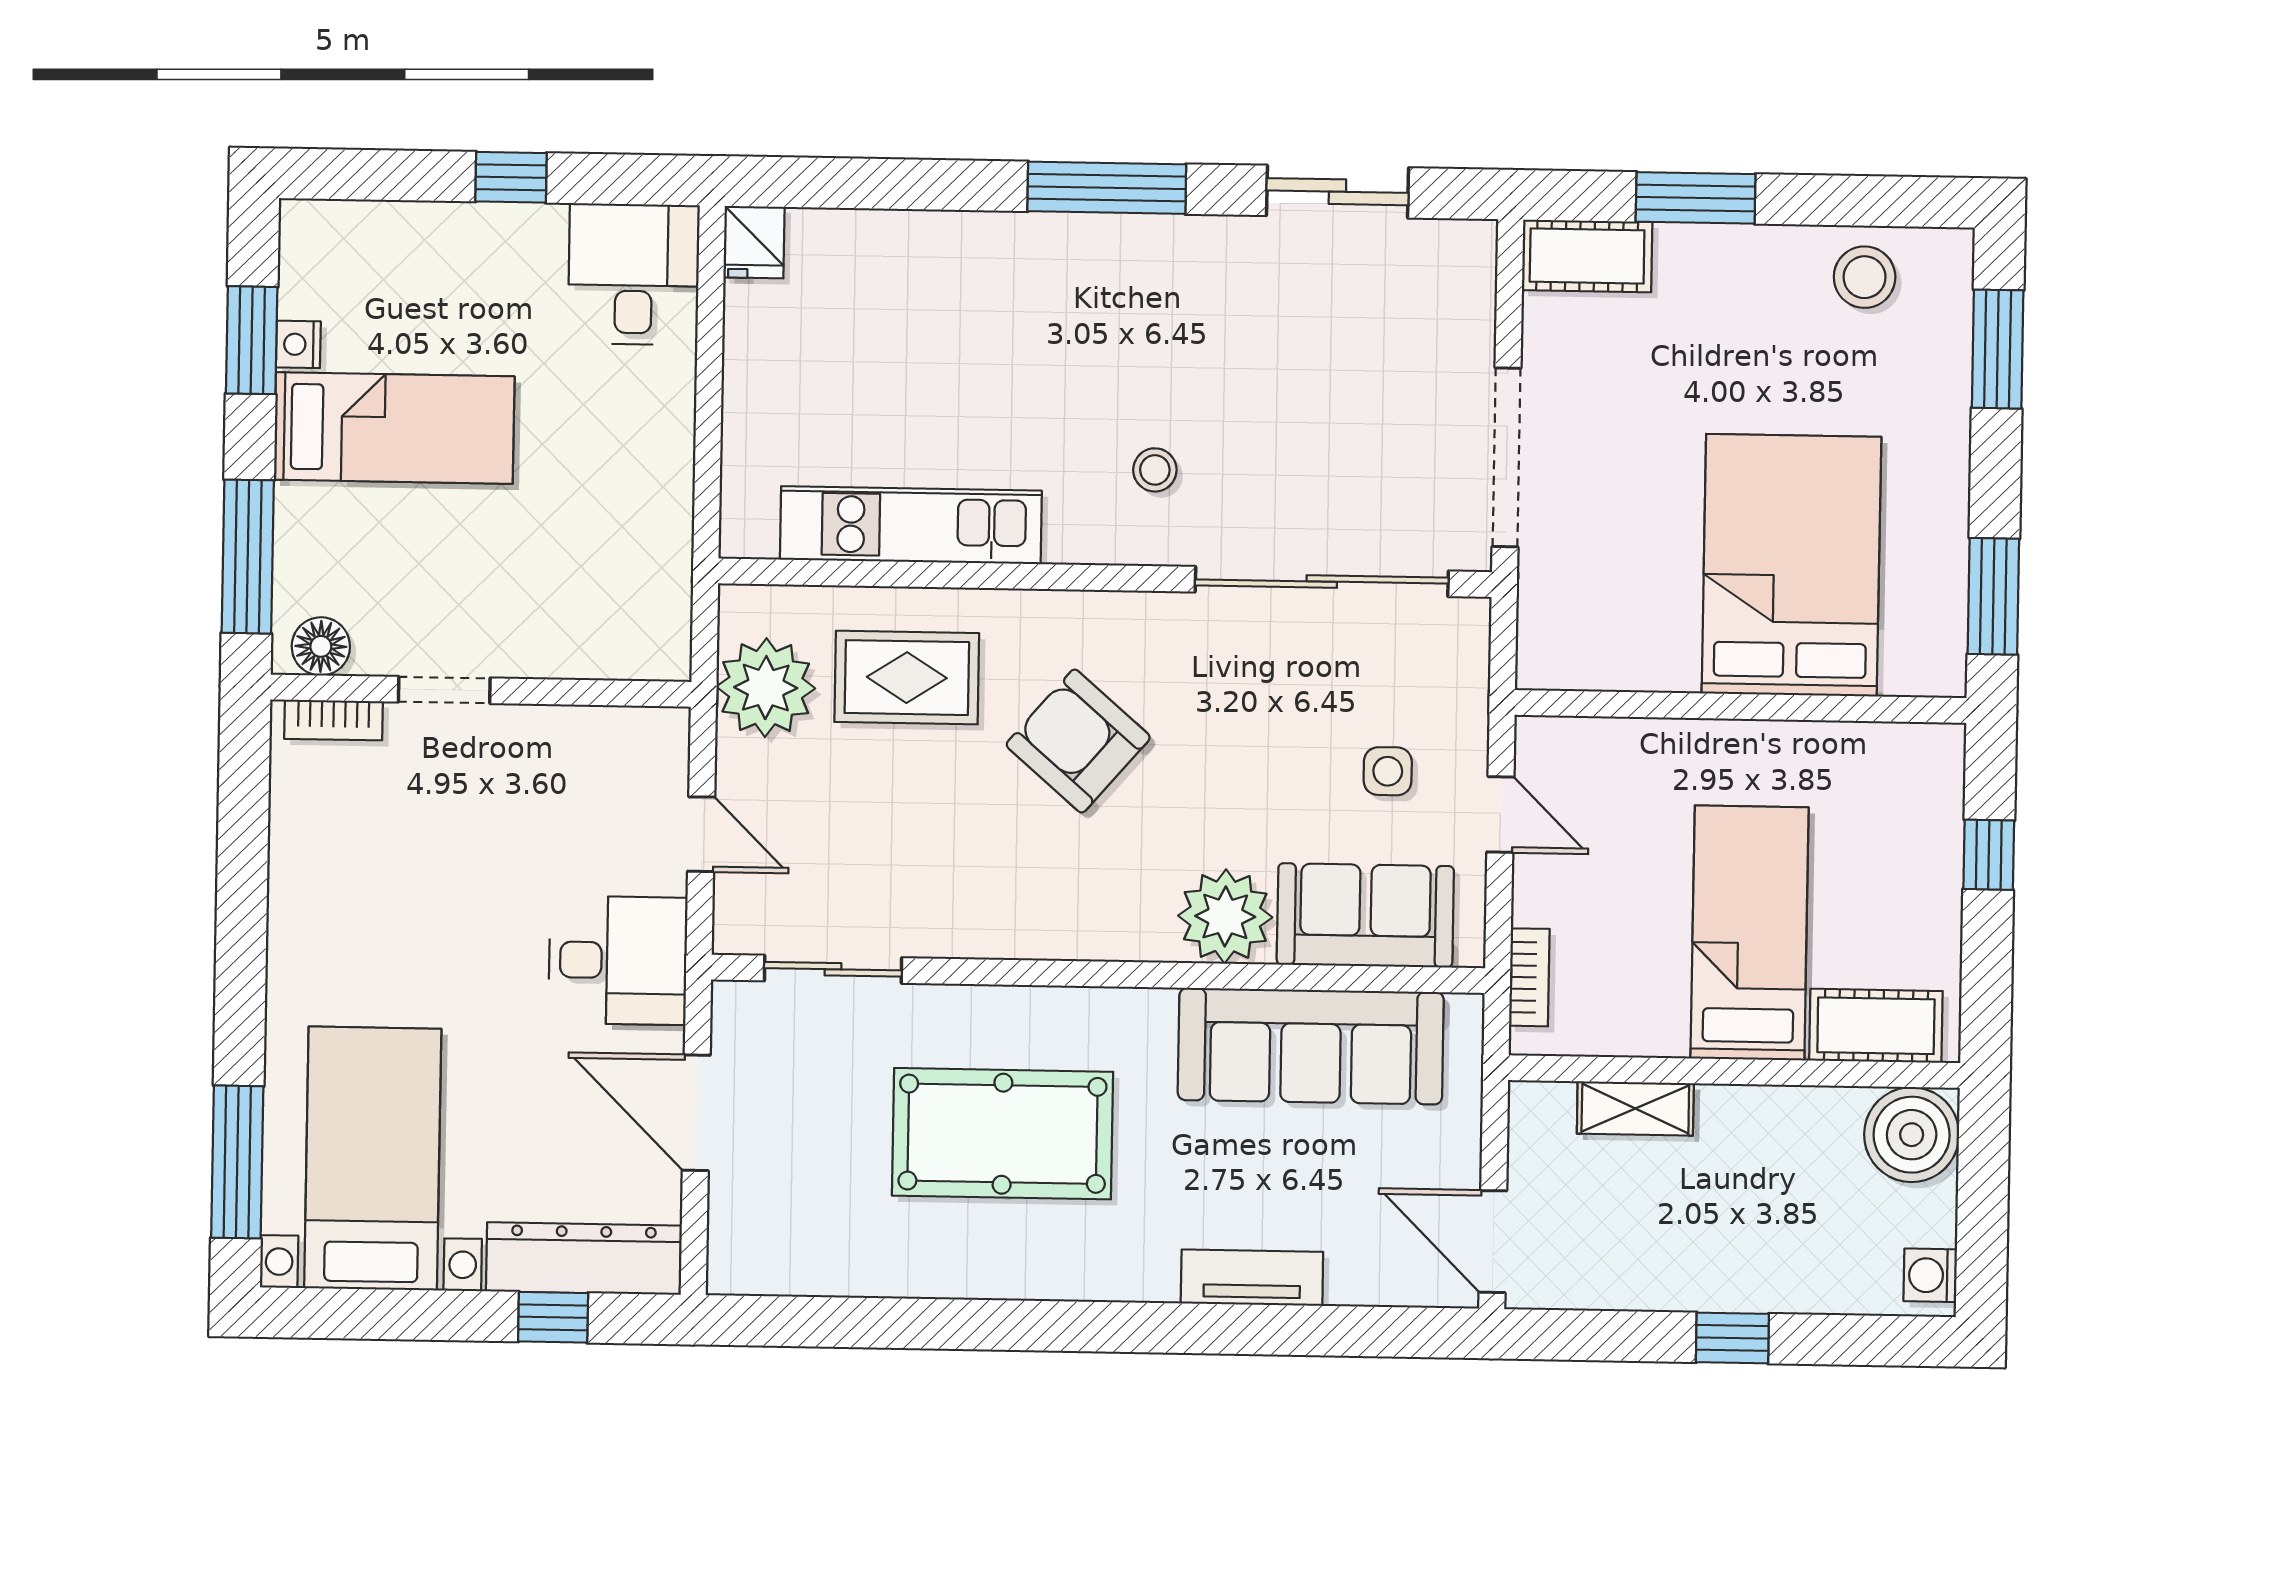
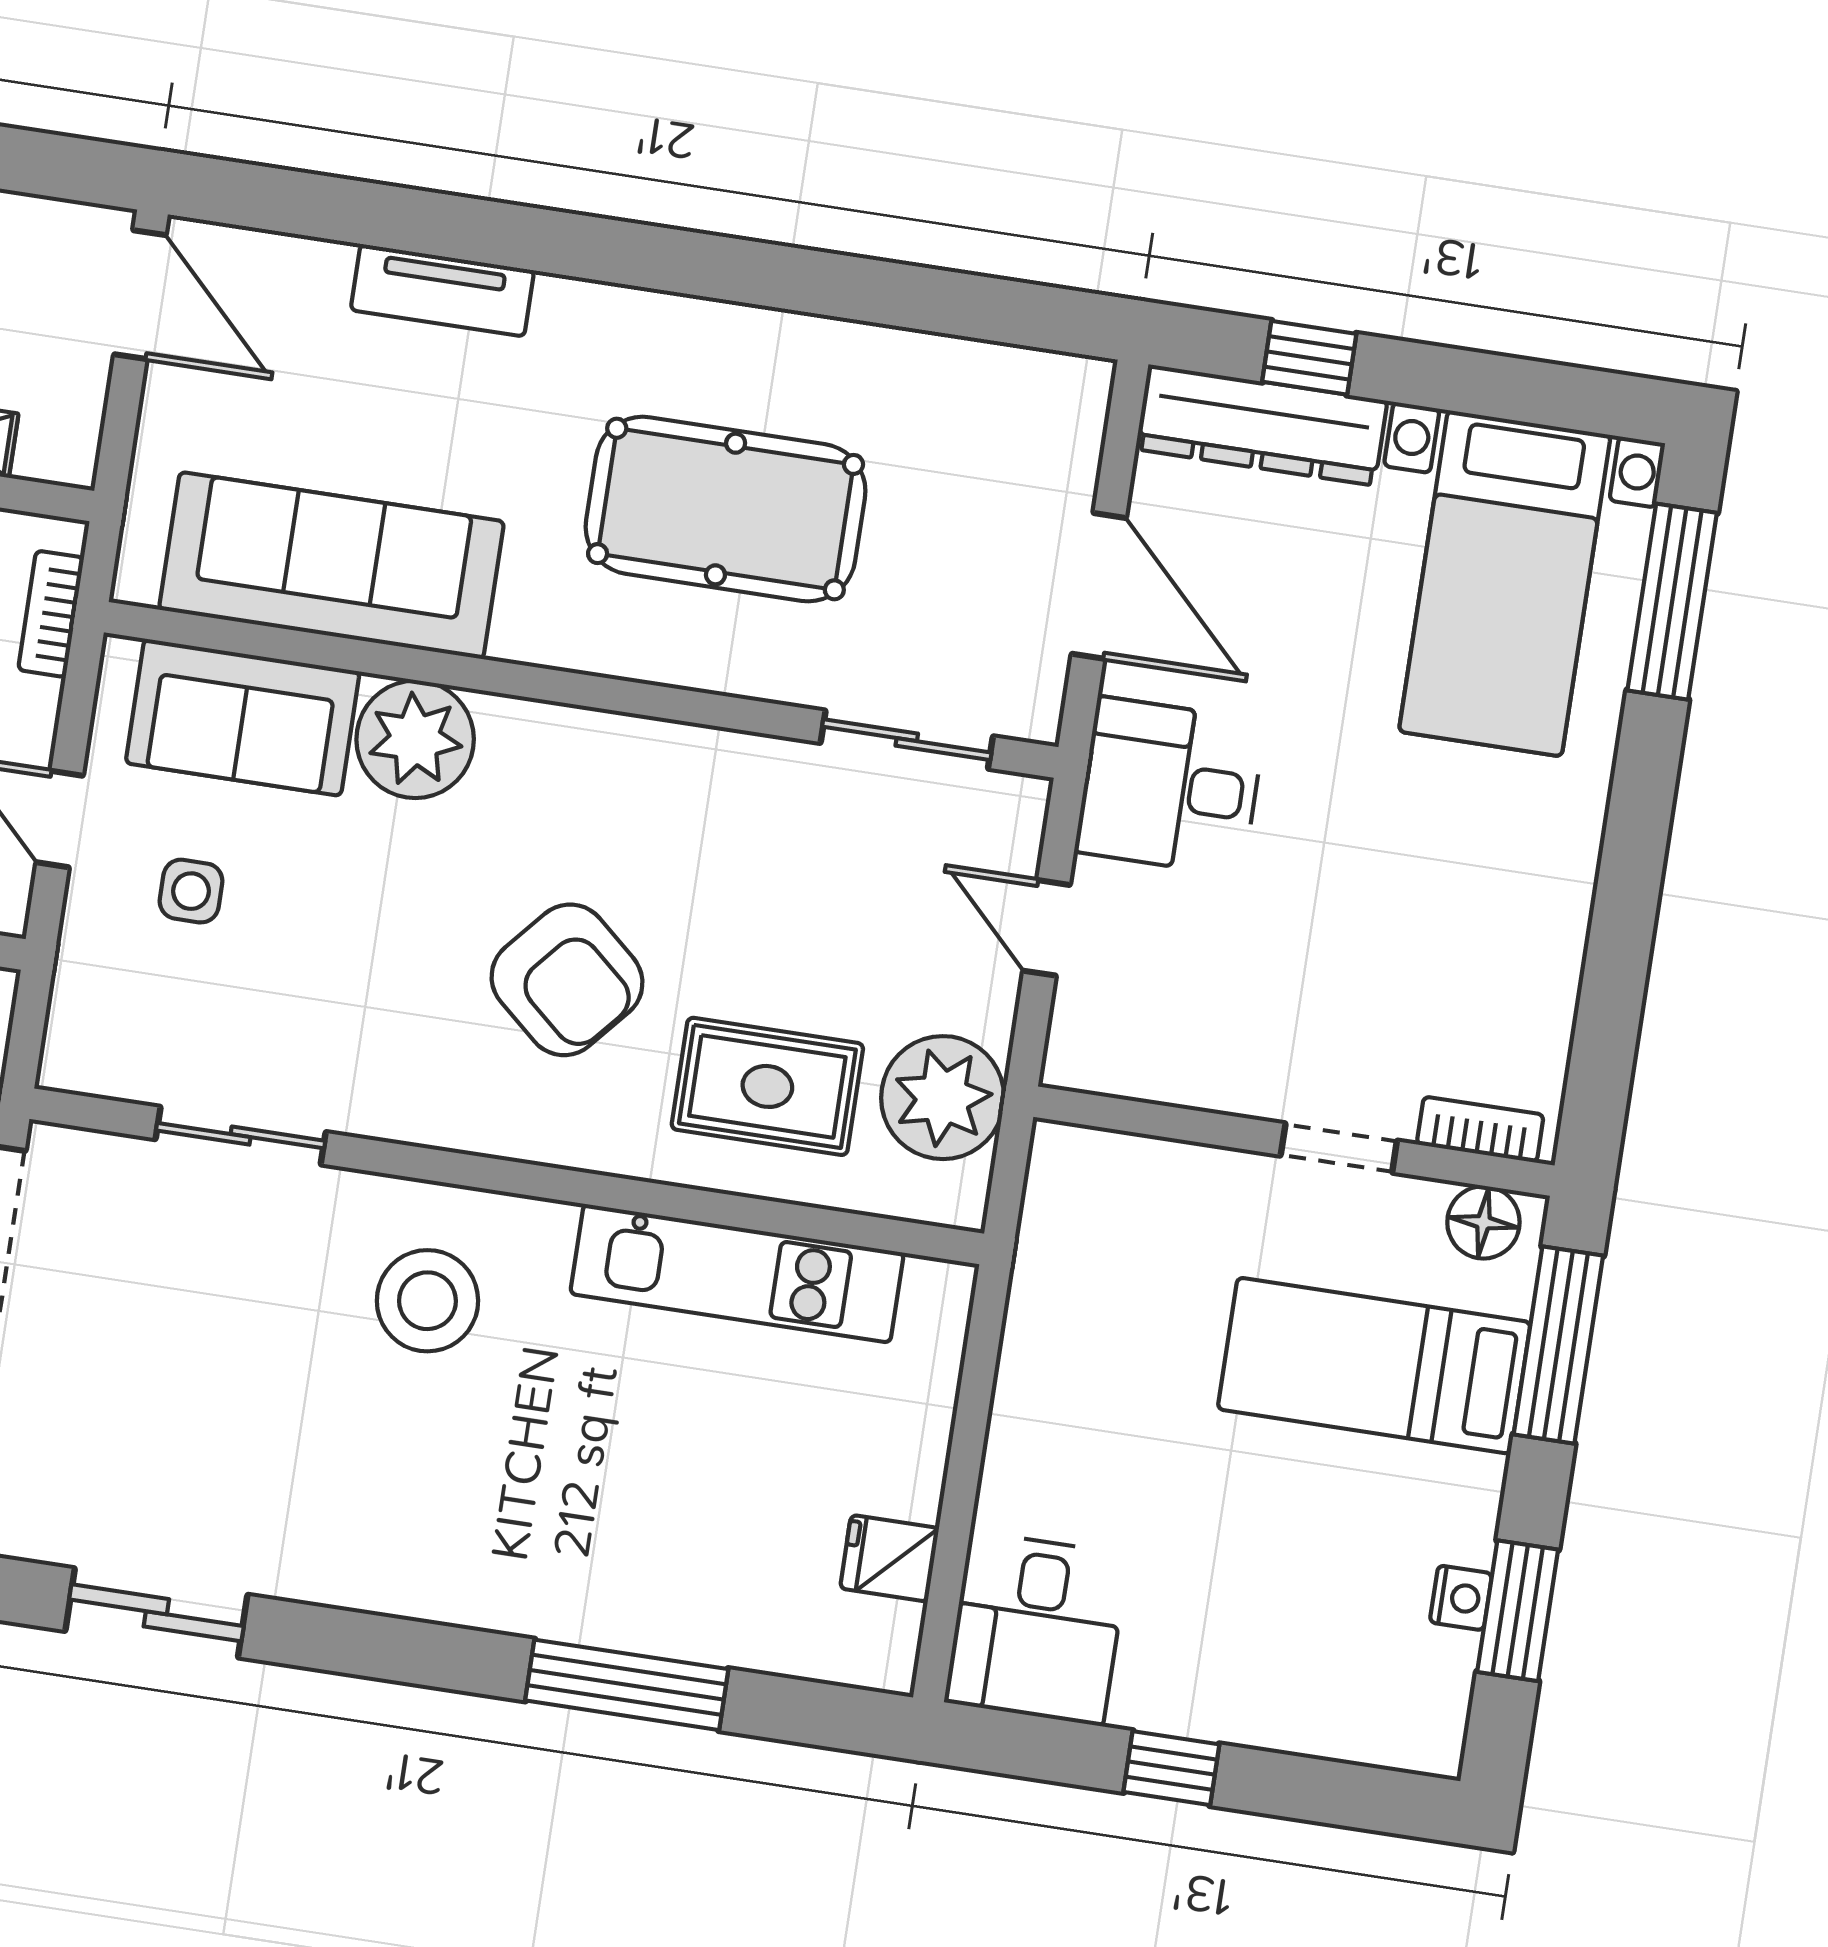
window: (1107, 188) -> (627, 1685), moved
fridge: (754, 242) -> (889, 1558), moved, turned -90
bed: (394, 428) -> (1374, 1366), moved
stool: (1155, 470) -> (427, 1301), width x1.89, depth x1.89
sliding door: (1322, 582) -> (241, 1136), width x0.54

